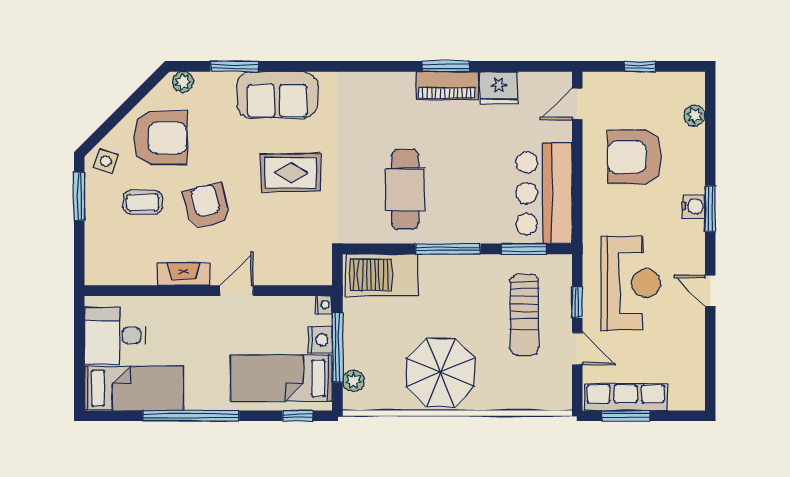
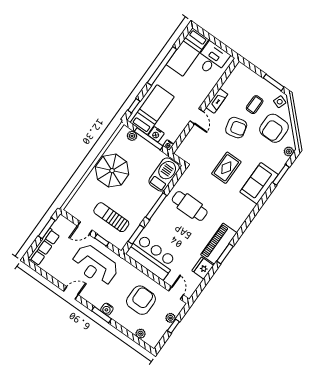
plant: (629, 82) -> (170, 318), added
piano: (447, 86) -> (219, 244), width x1.37, depth x1.33
row of seats: (626, 397) -> (44, 247), moved

